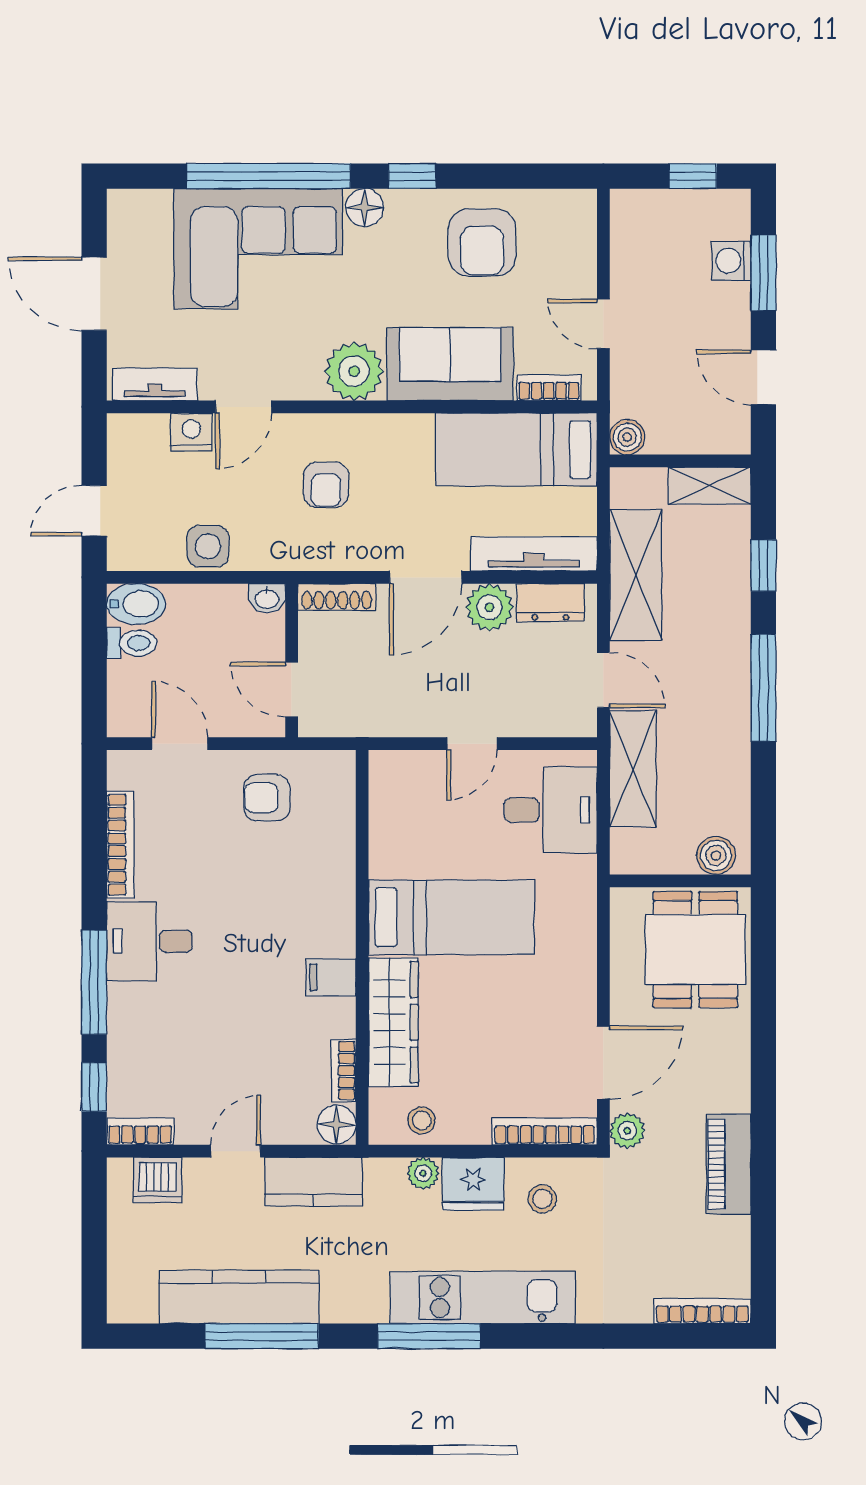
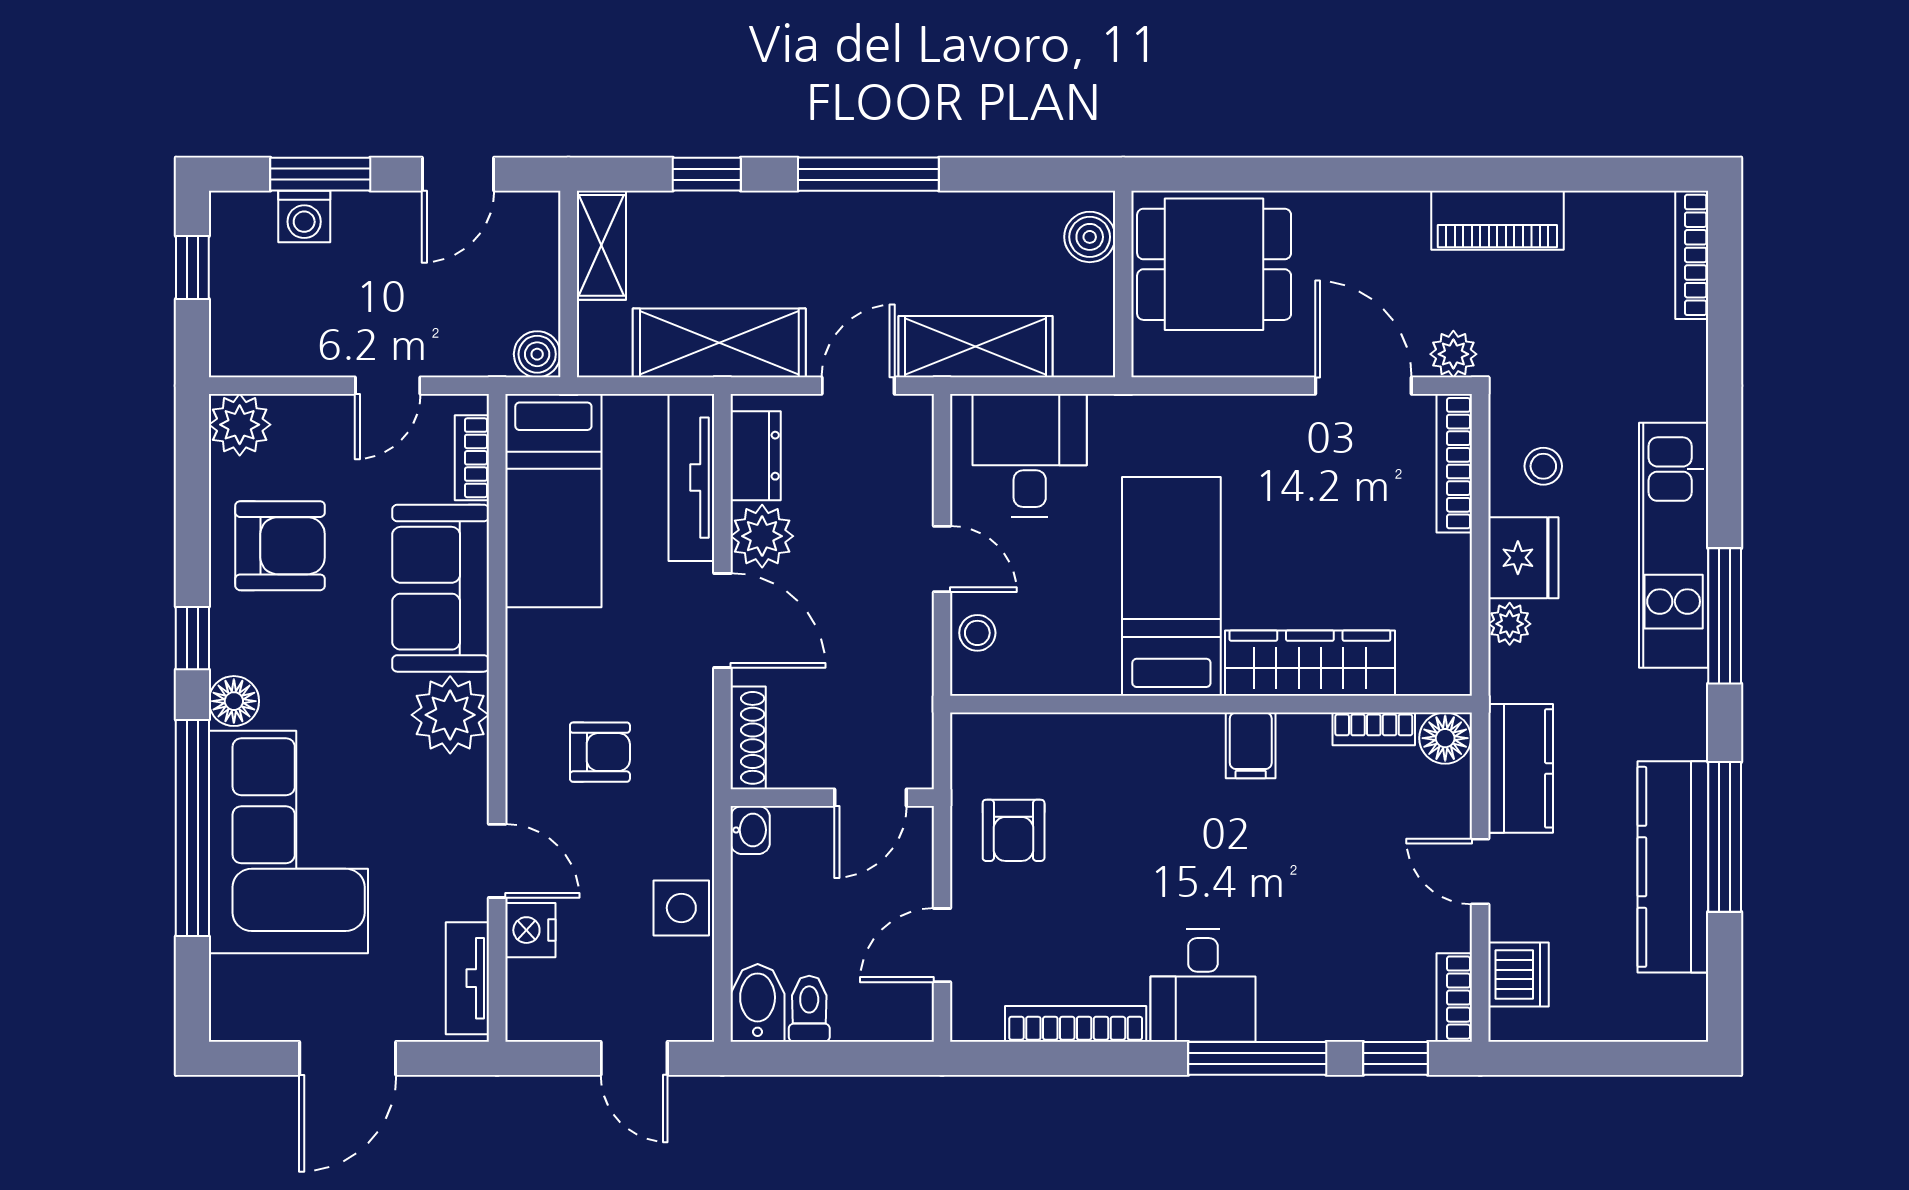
plant: (574, 212) -> (240, 425), added
stool: (422, 1120) -> (977, 633), moved

